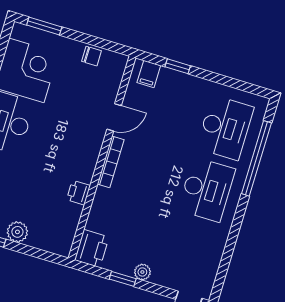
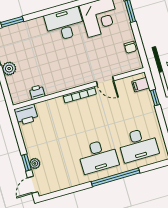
window: (256, 158) -> (115, 177), moved
printer: (78, 193) -> (37, 92), moved
plant: (142, 272) -> (35, 163), moved
window: (123, 279) -> (26, 162), moved

